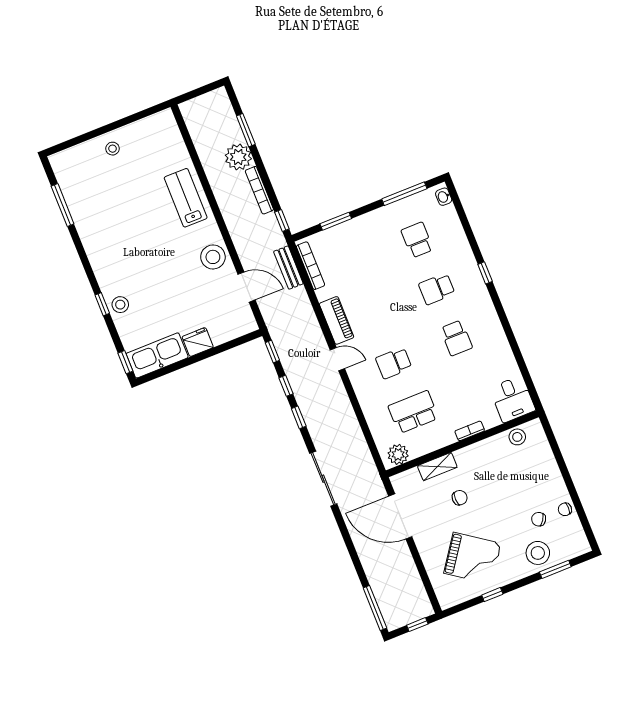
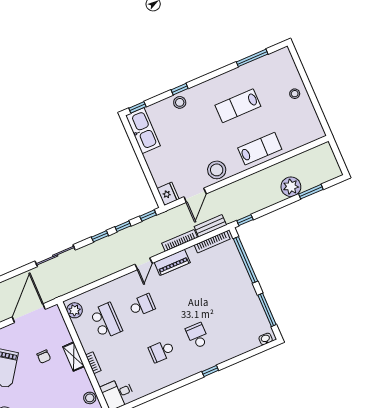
bookcase: (259, 190) -> (180, 240), moved
window: (336, 221) -> (245, 260), width x2.11
lab bench: (127, 226) -> (238, 106), added
school desk: (417, 240) -> (233, 320), removed
fridge: (198, 342) -> (168, 194), moved
school desk: (394, 363) -> (142, 305), turned 90
shelving: (437, 467) -> (74, 357), moved

